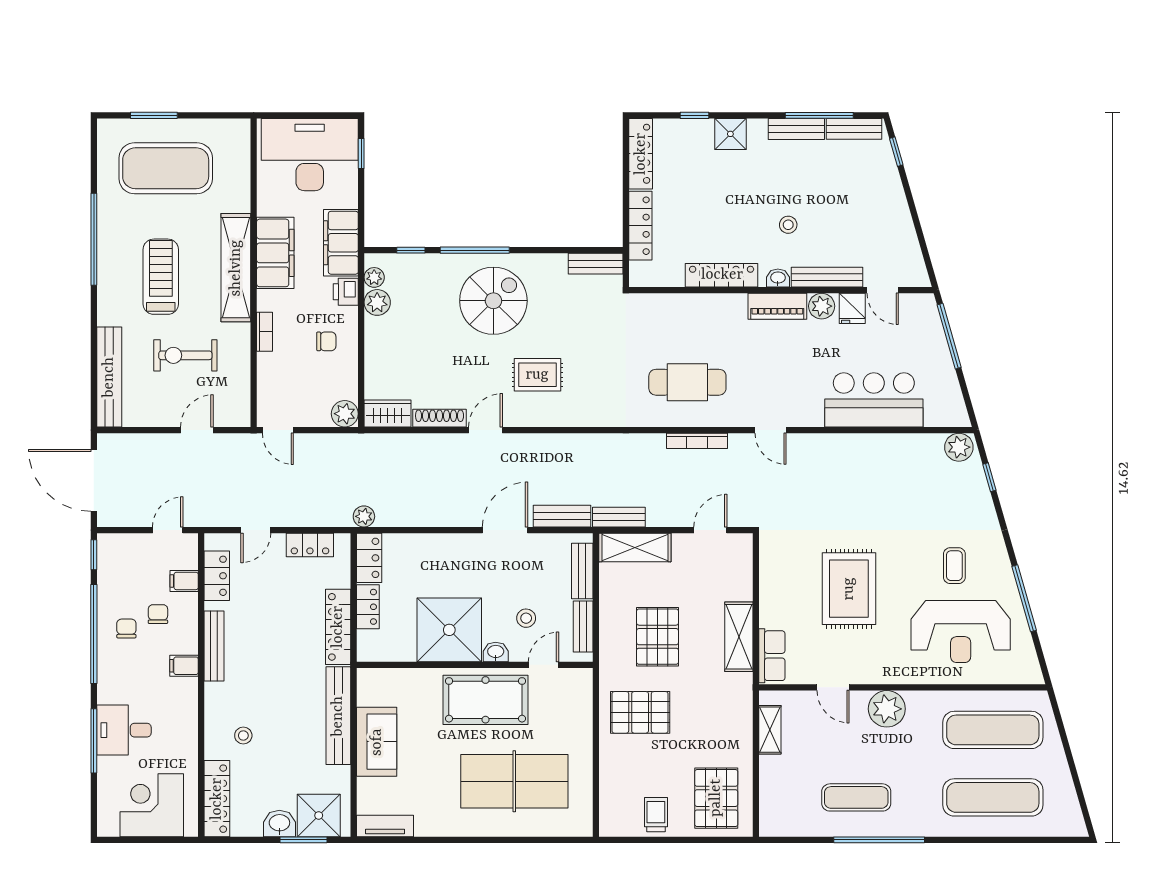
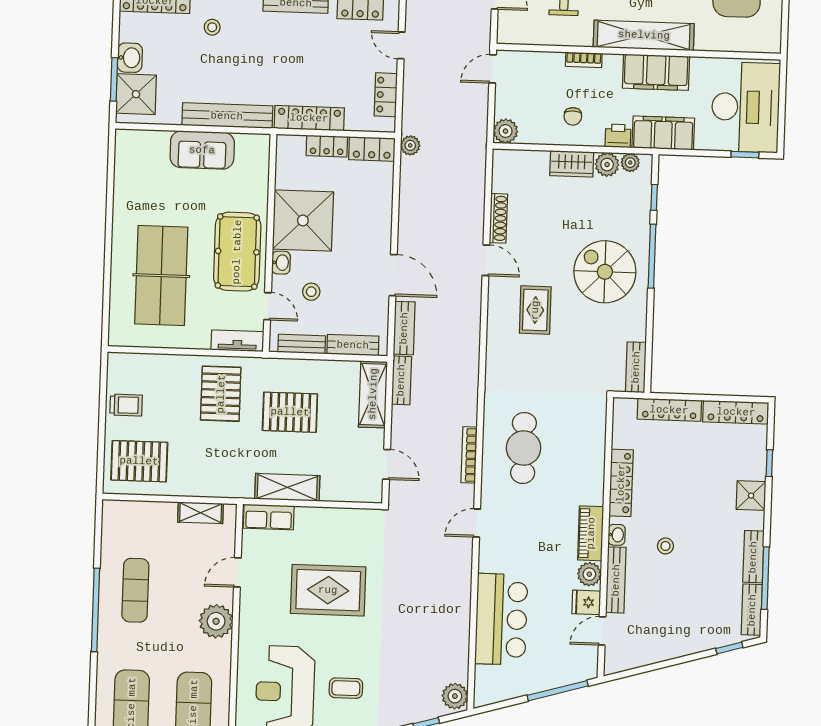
spiral stairs: (493, 301) -> (605, 272), turned 180
wardrobe: (388, 414) -> (572, 164), moved, turned 90
tv unit: (385, 826) -> (237, 341), moved, turned -90

